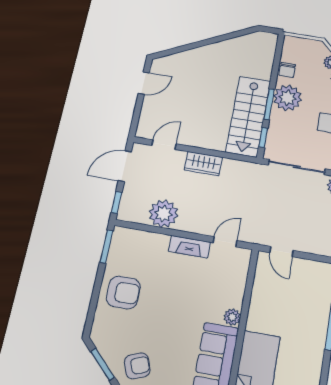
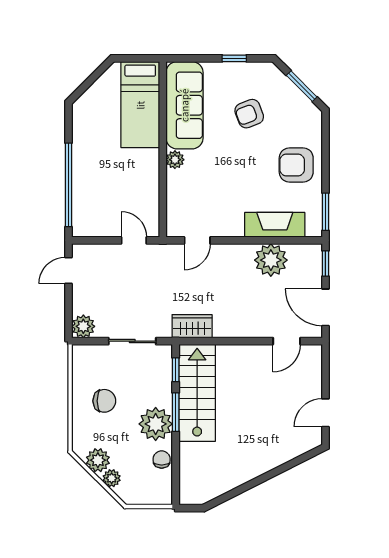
wardrobe: (203, 164) -> (192, 326), moved
door: (125, 166) -> (325, 307), swing flipped
sliding door: (297, 167) -> (132, 341), width x0.73
fireplace: (189, 247) -> (275, 225), moved, width x1.37, depth x1.32
armchair: (137, 366) -> (249, 114), moved

